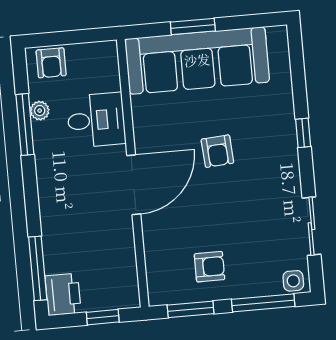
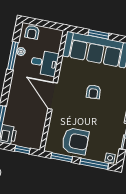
door: (134, 185) -> (53, 96), swing flipped
armchair: (210, 267) -> (75, 141), width x1.88, depth x1.88

